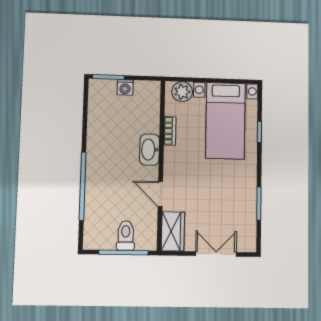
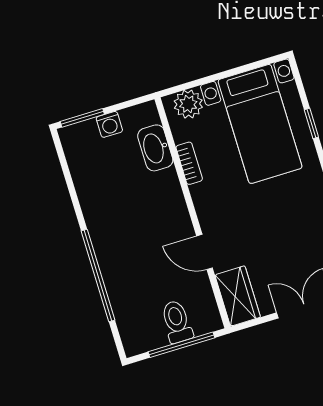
washbasin: (150, 150) -> (155, 148), moved

